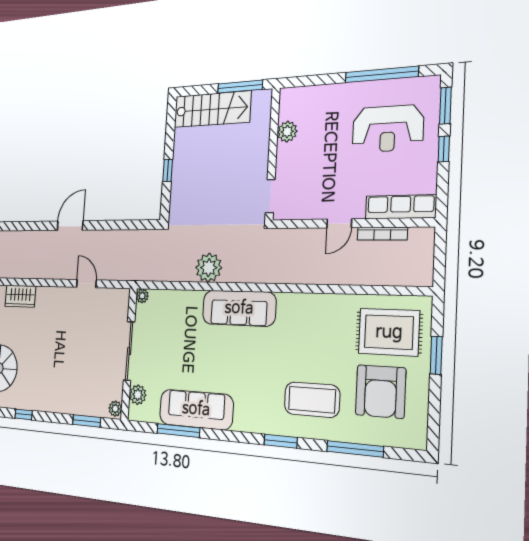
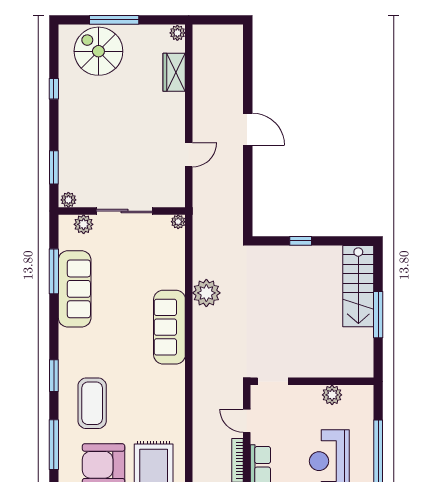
plant: (287, 132) -> (332, 395), moved
wall: (273, 154) -> (312, 381), moved
doorway: (270, 196) -> (273, 381), moved

